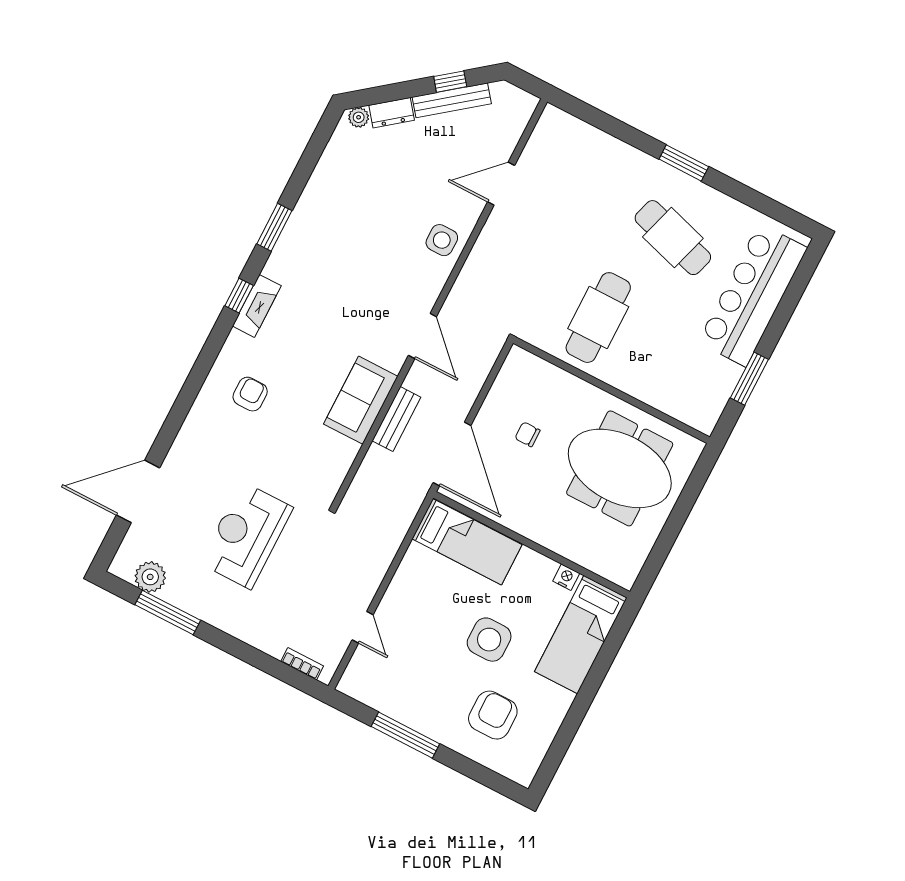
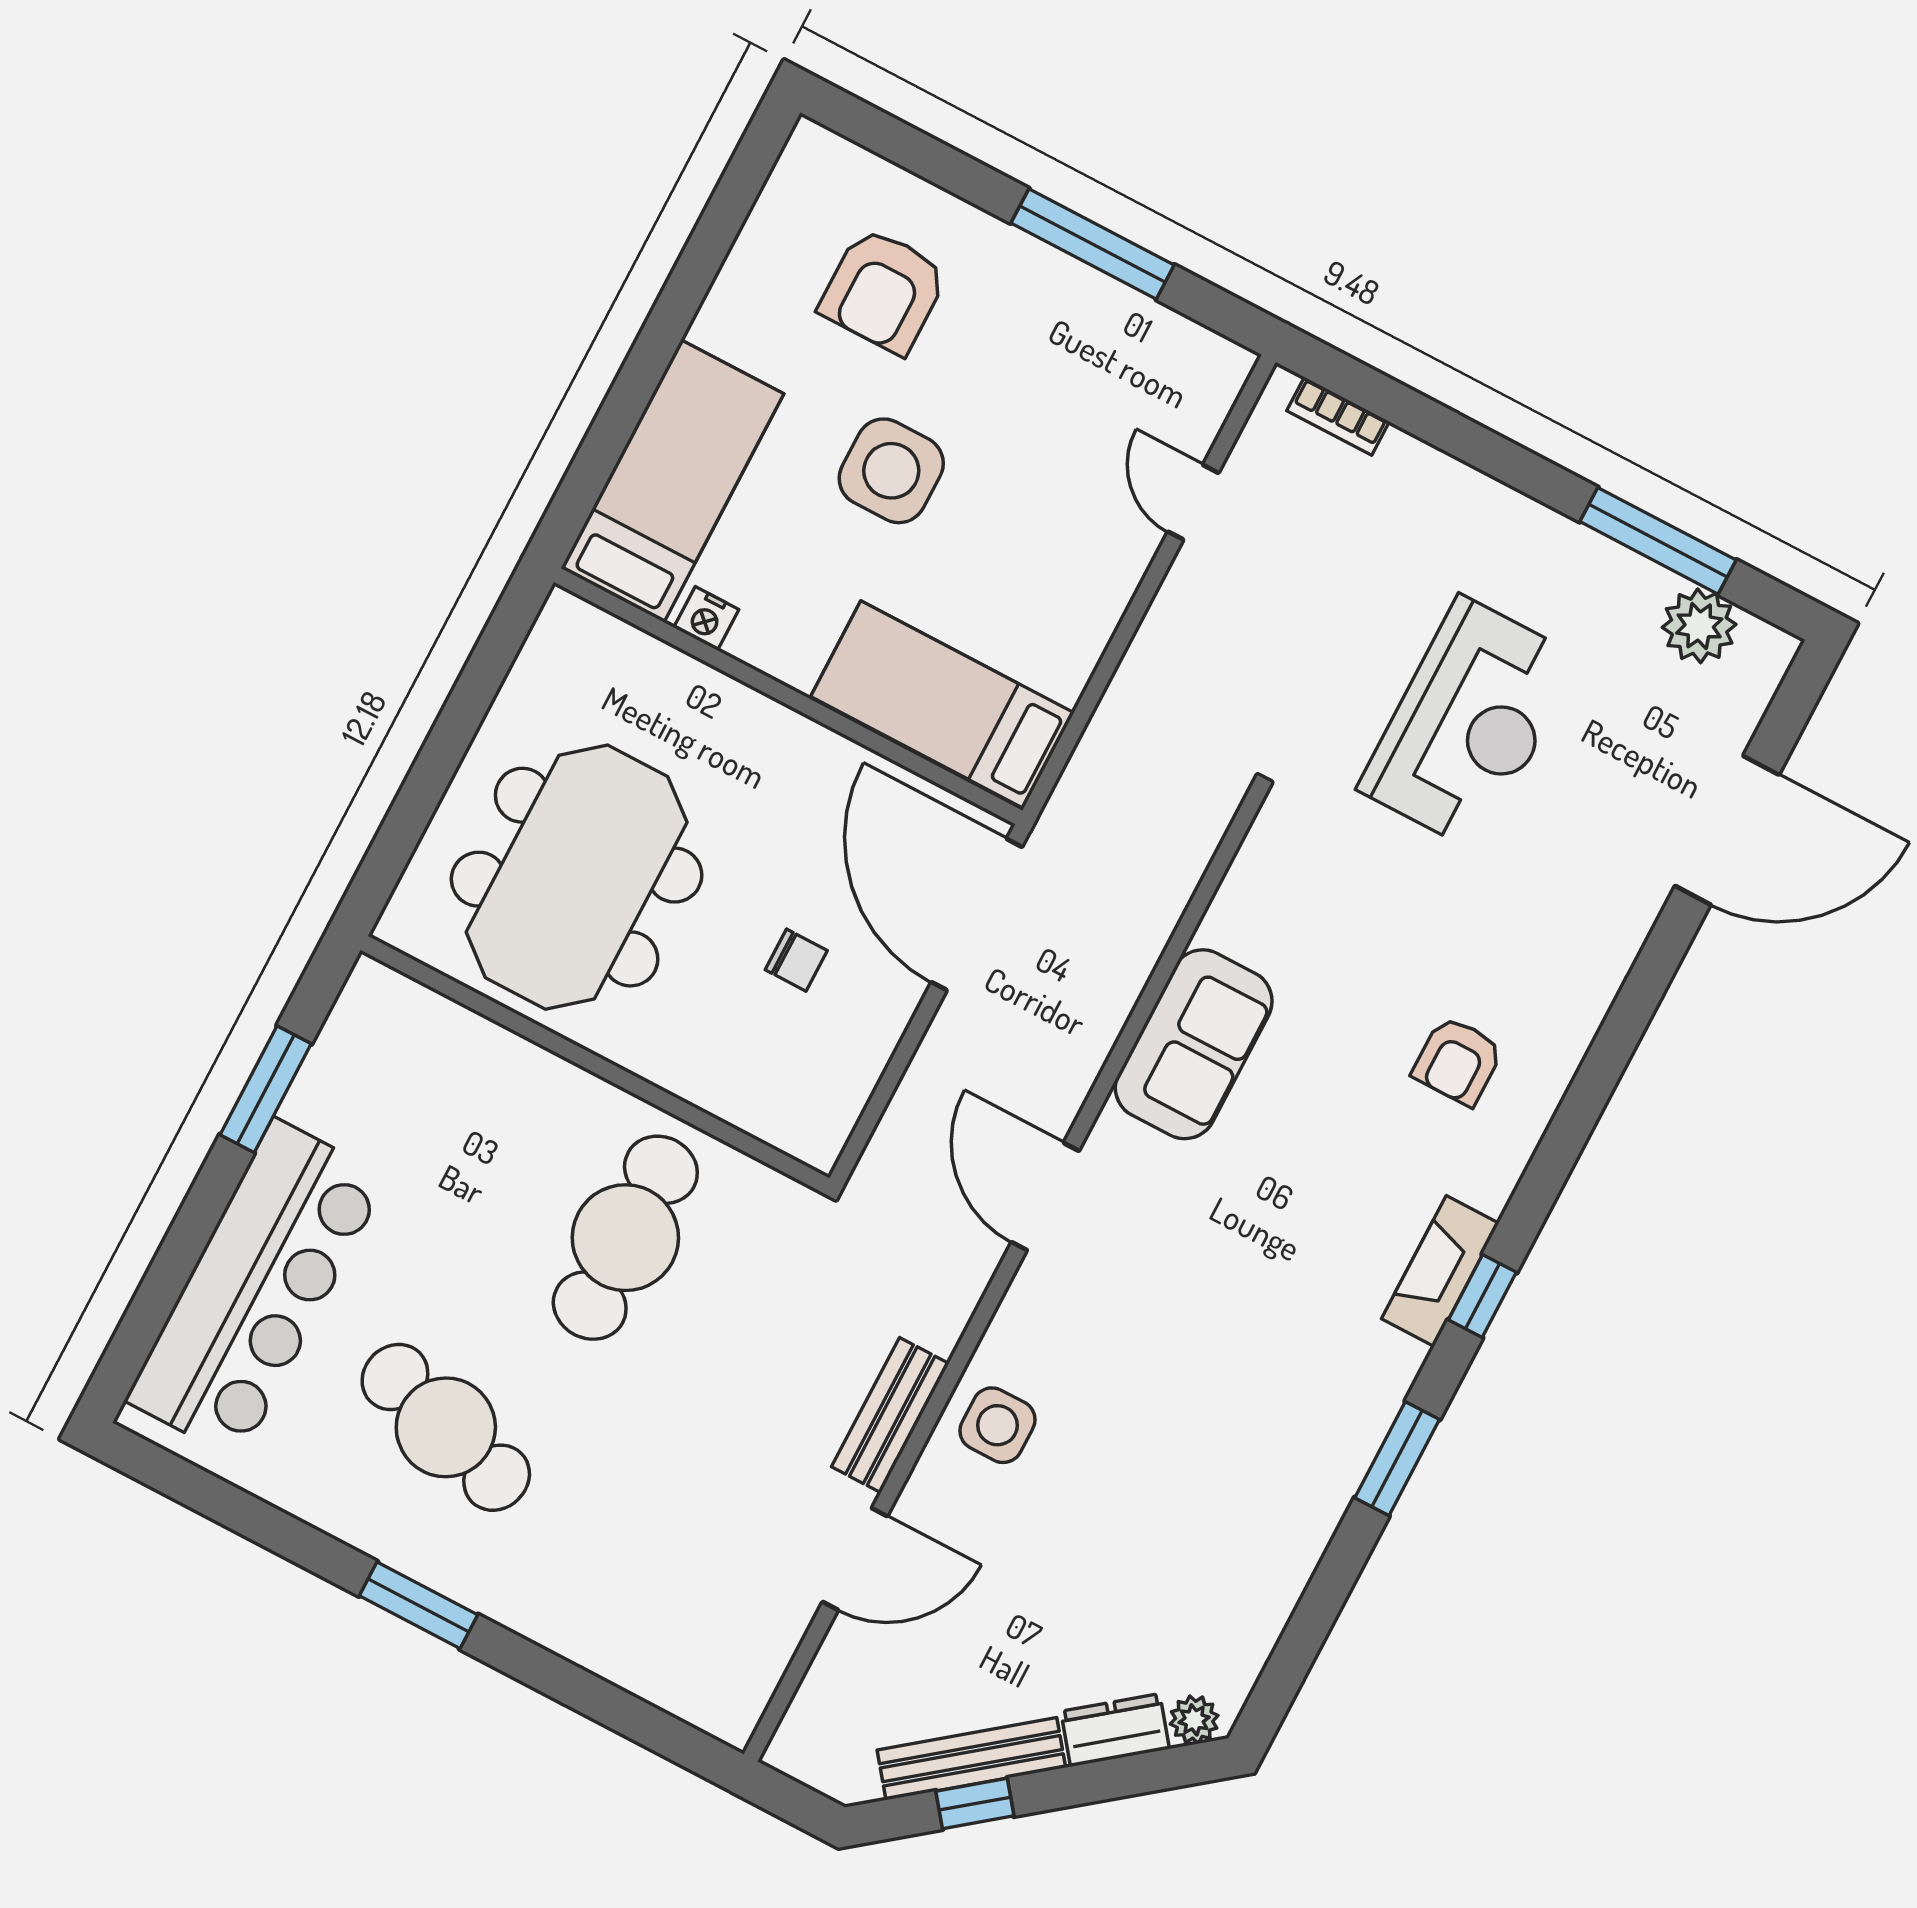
bench: (396, 419) -> (890, 1415), moved
meeting table: (620, 468) -> (577, 877), turned 90

